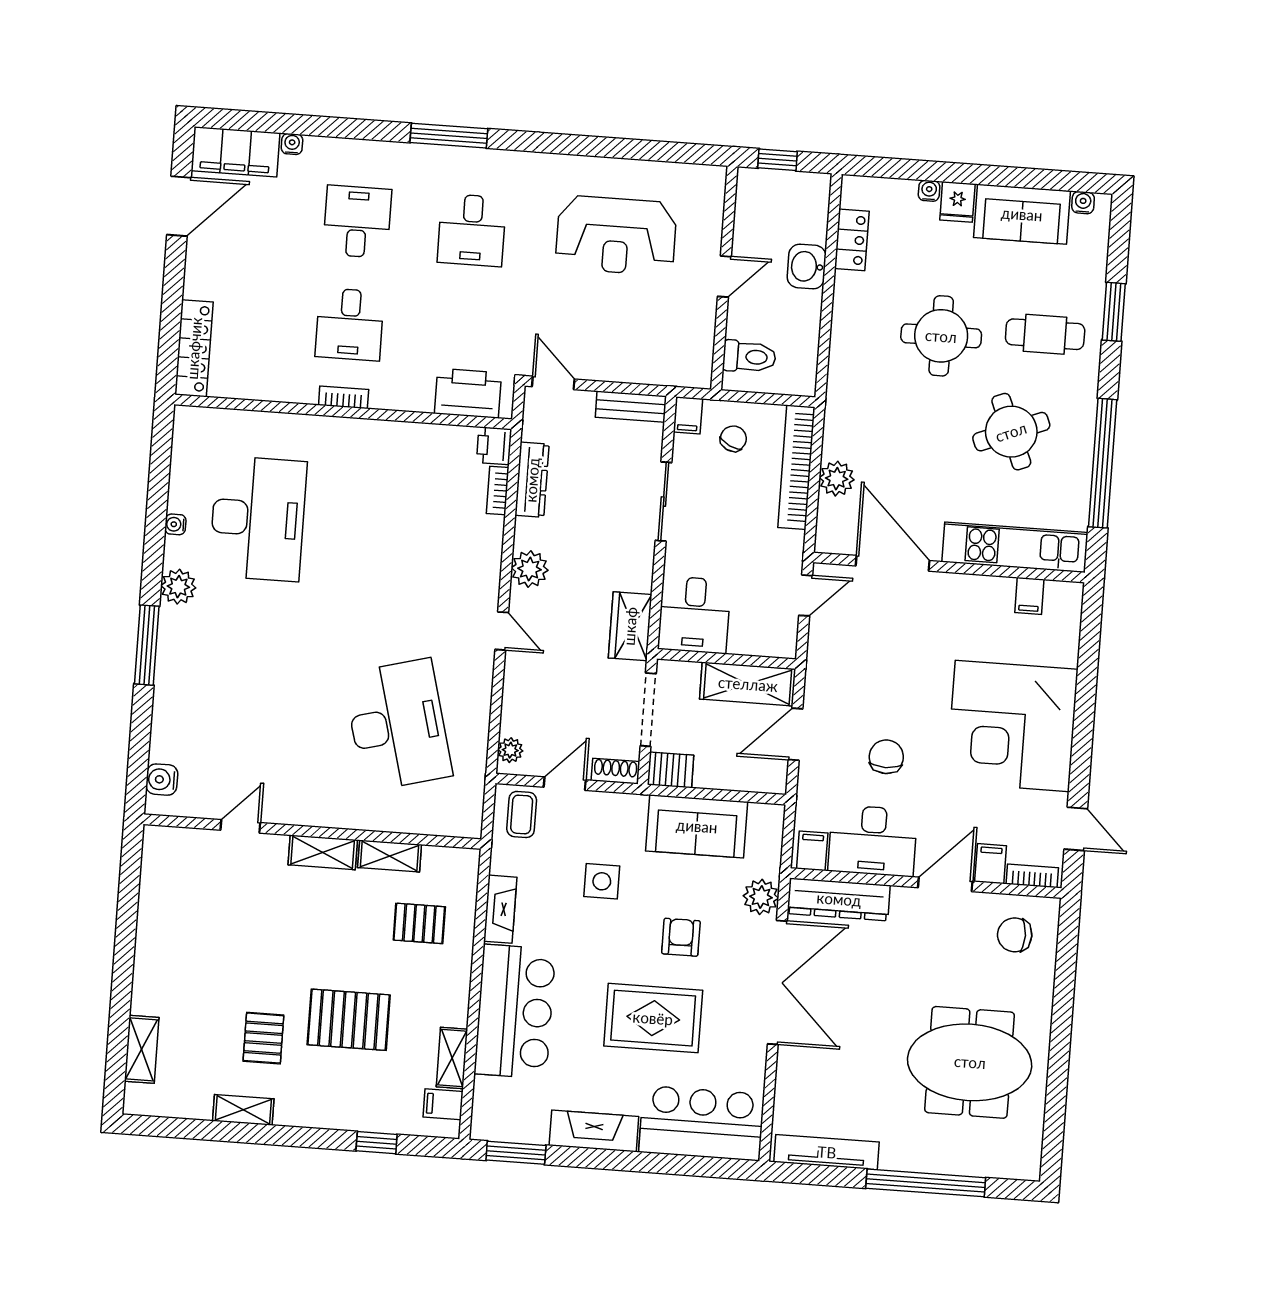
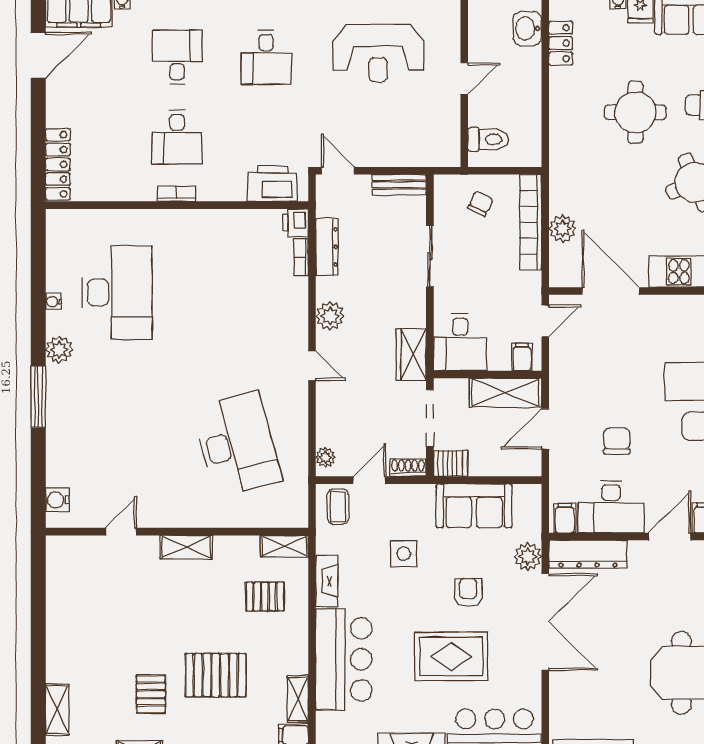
washbasin: (807, 267) -> (527, 28), moved
filing cabinet: (688, 415) -> (522, 357), moved, turned 180
shelving: (390, 856) -> (284, 546), moved

